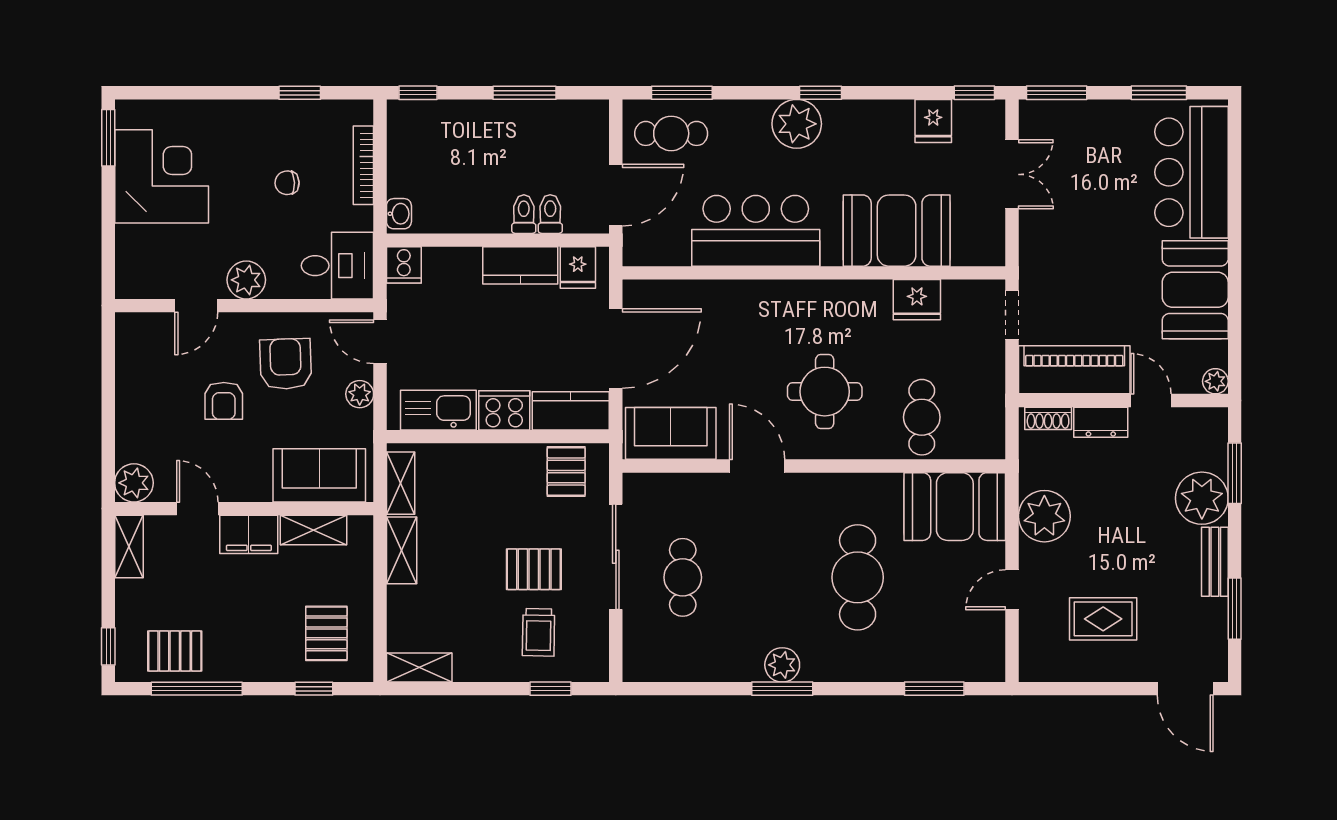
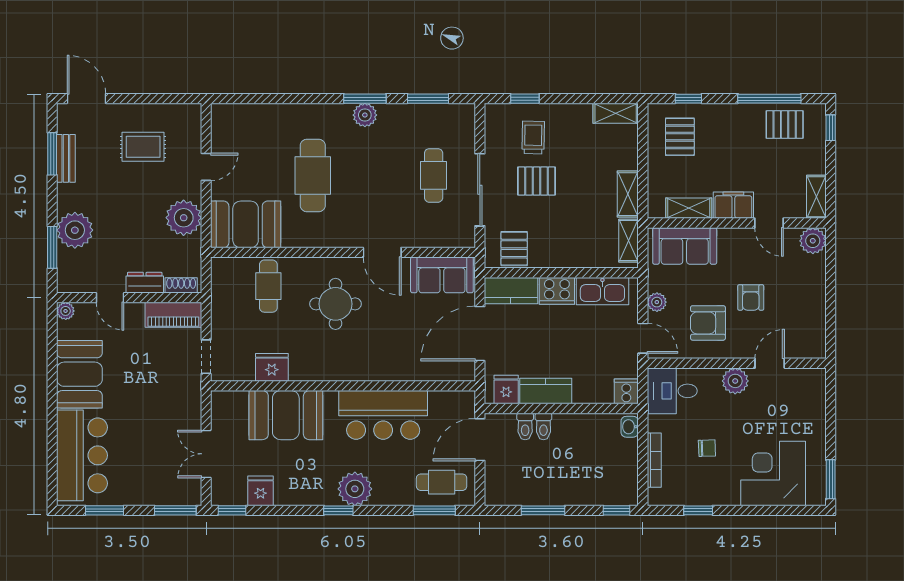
corner desk: (162, 176) -> (773, 474), moved, turned 90
armchair: (286, 364) -> (708, 323), turned 92
piano: (1074, 370) -> (173, 315), width x0.73, depth x0.75
armchair: (224, 401) -> (751, 297), turned 180
bench: (1215, 562) -> (66, 158), moved
window: (934, 689) -> (428, 99), moved

